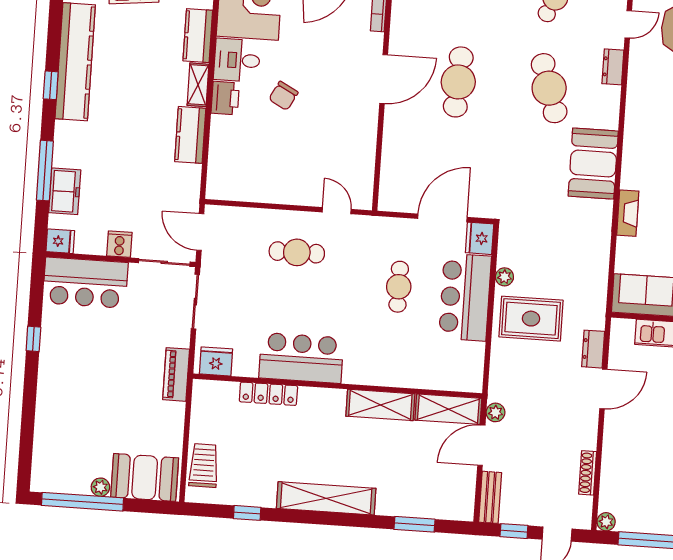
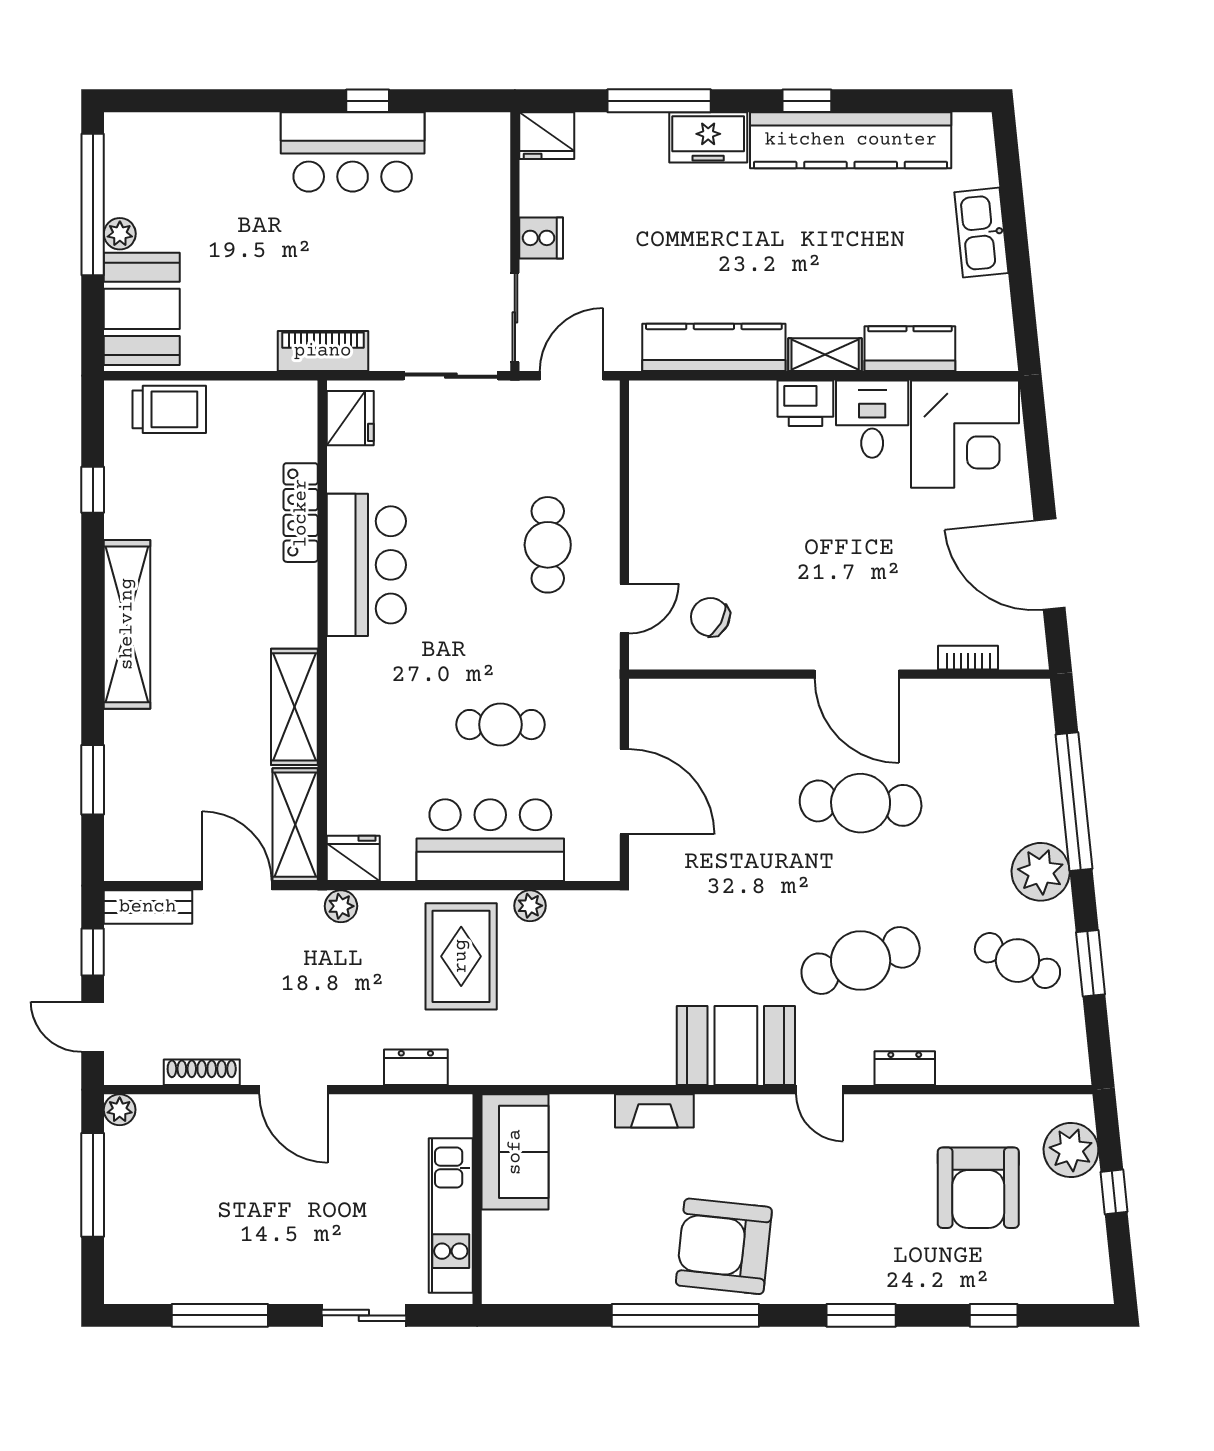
door: (628, 24) -> (820, 1090), moved
chair: (283, 96) -> (710, 617), moved
kitchen counter: (190, 135) -> (714, 347), width x1.50
freezer: (65, 191) -> (708, 137), moved
fridge: (480, 238) -> (353, 858), moved
fridge: (60, 241) -> (547, 136), width x1.38
bar counter: (85, 283) -> (353, 152), moved, turned -90
door: (603, 389) -> (293, 1090), moved
plant: (495, 412) -> (341, 906), moved

